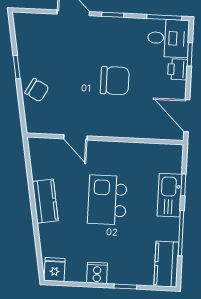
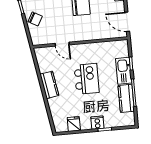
kitchen island: (107, 200) -> (87, 79), turned 180
kitchen counter: (166, 264) -> (126, 98), moved
fridge: (55, 270) -> (74, 124), moved
cooker: (97, 273) -> (97, 123), moved

